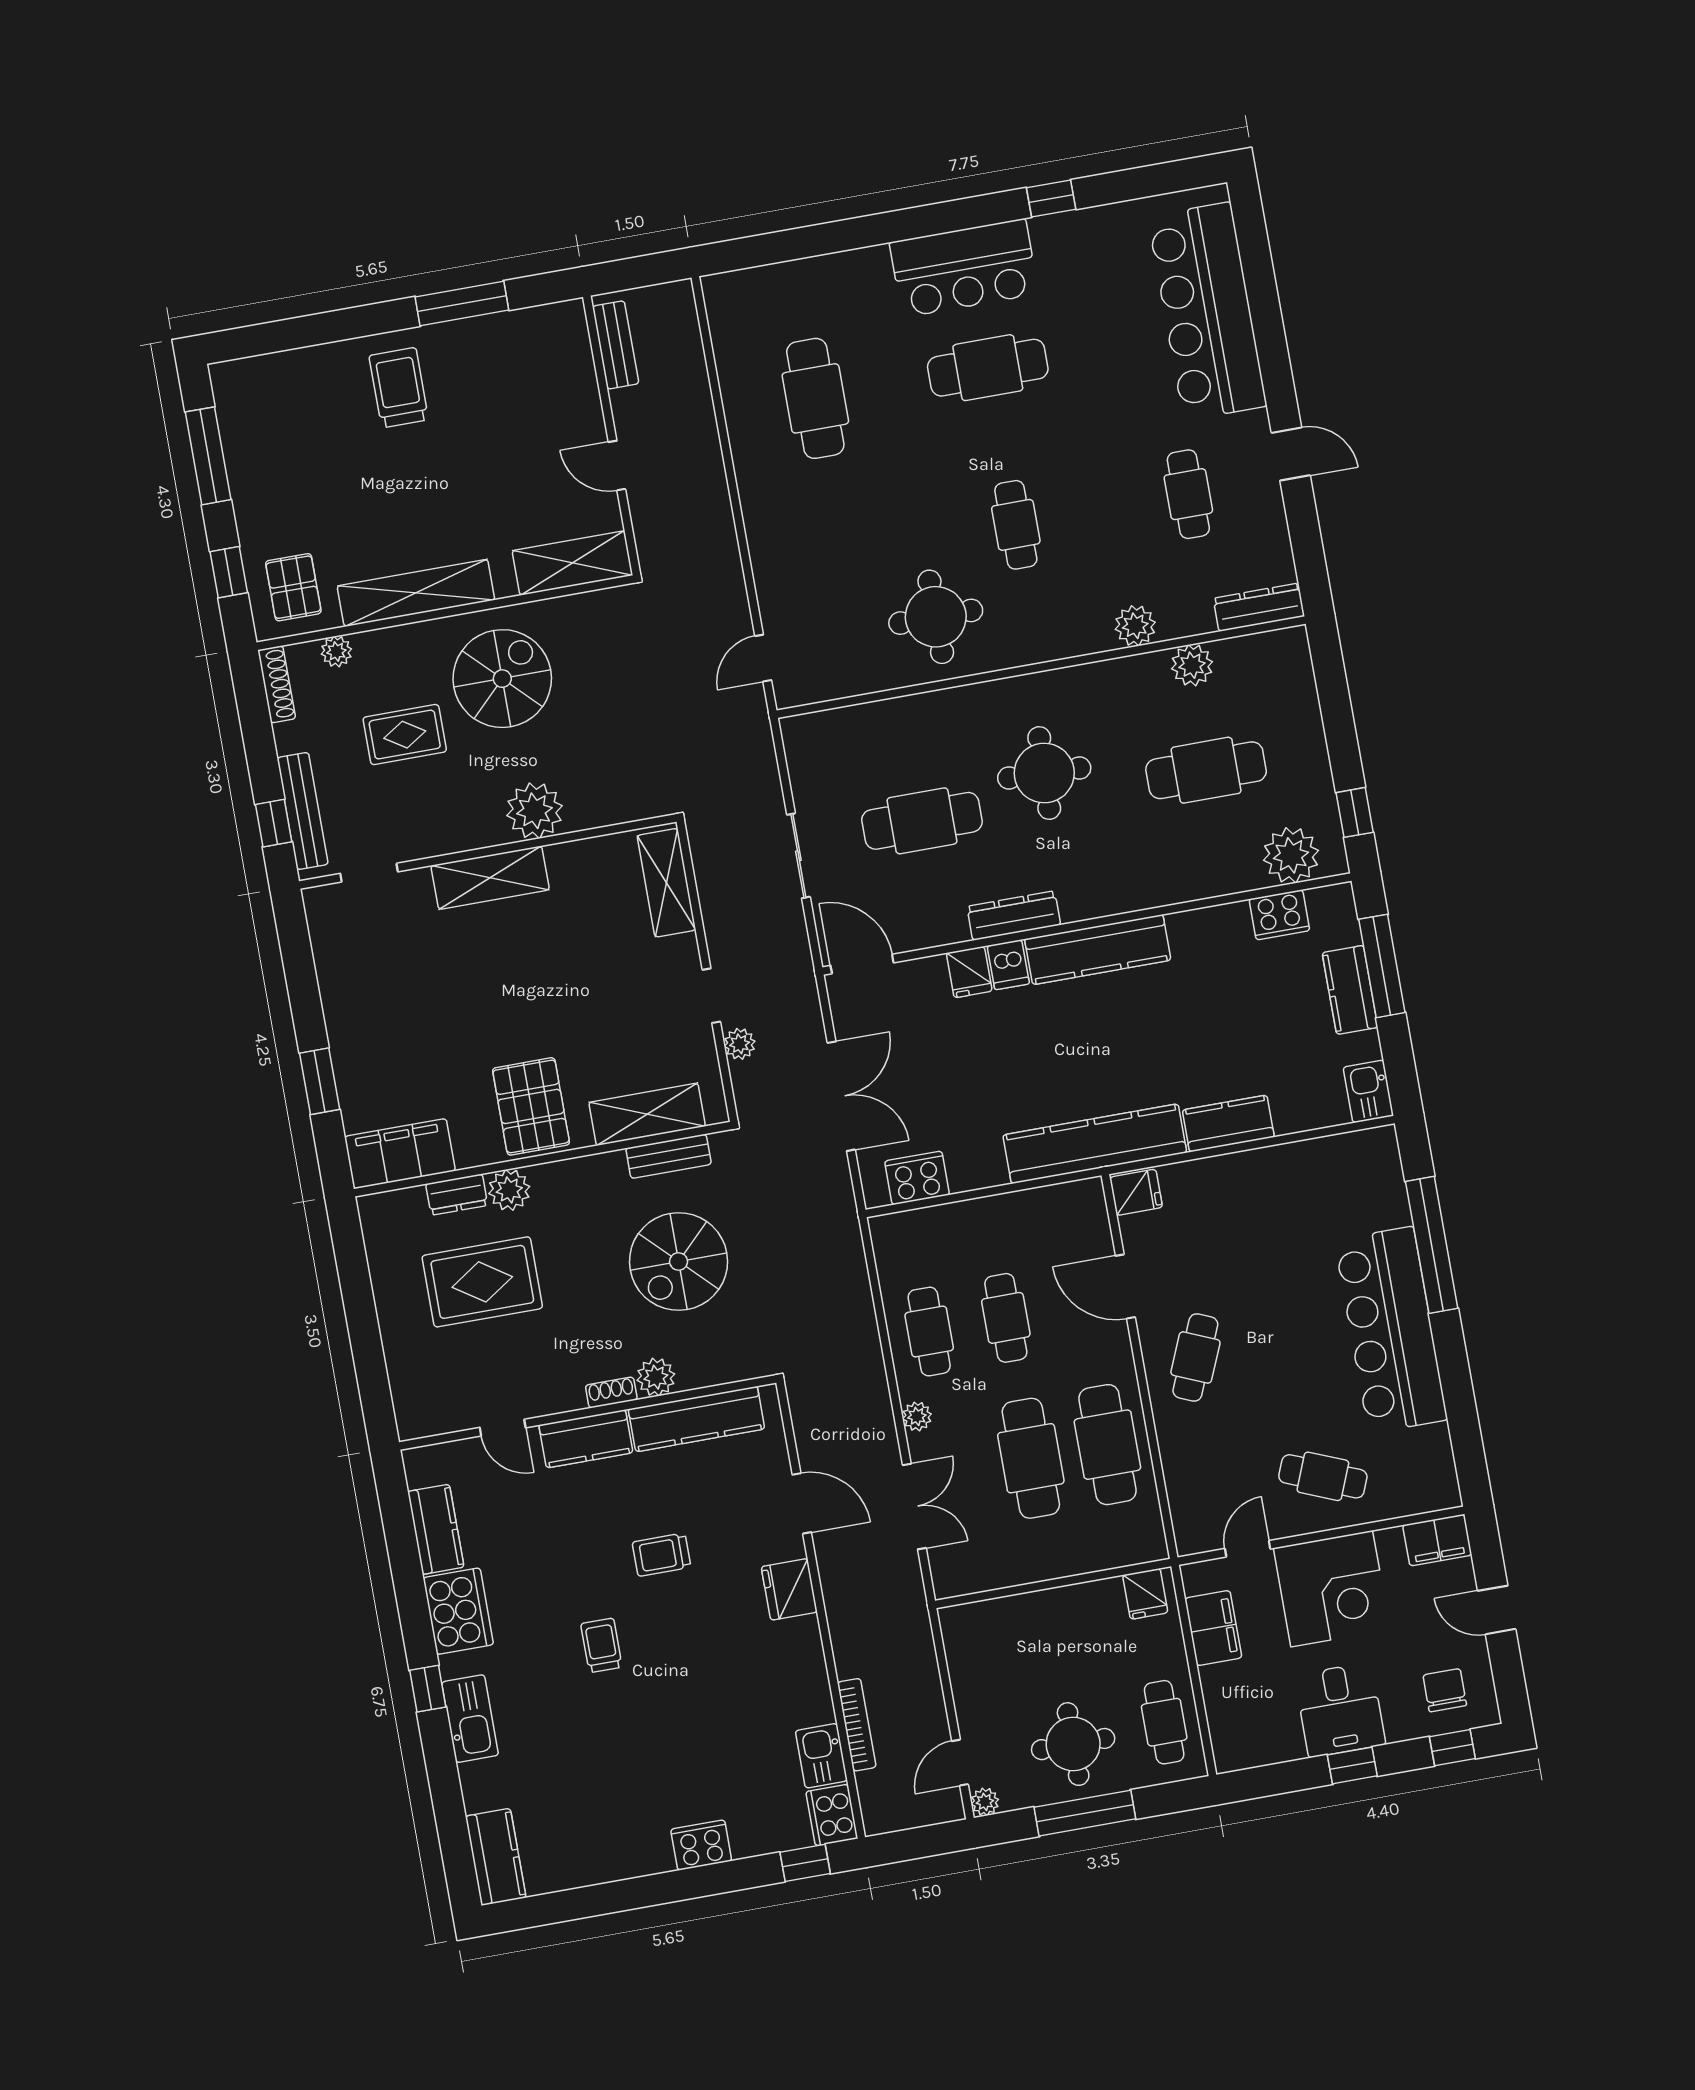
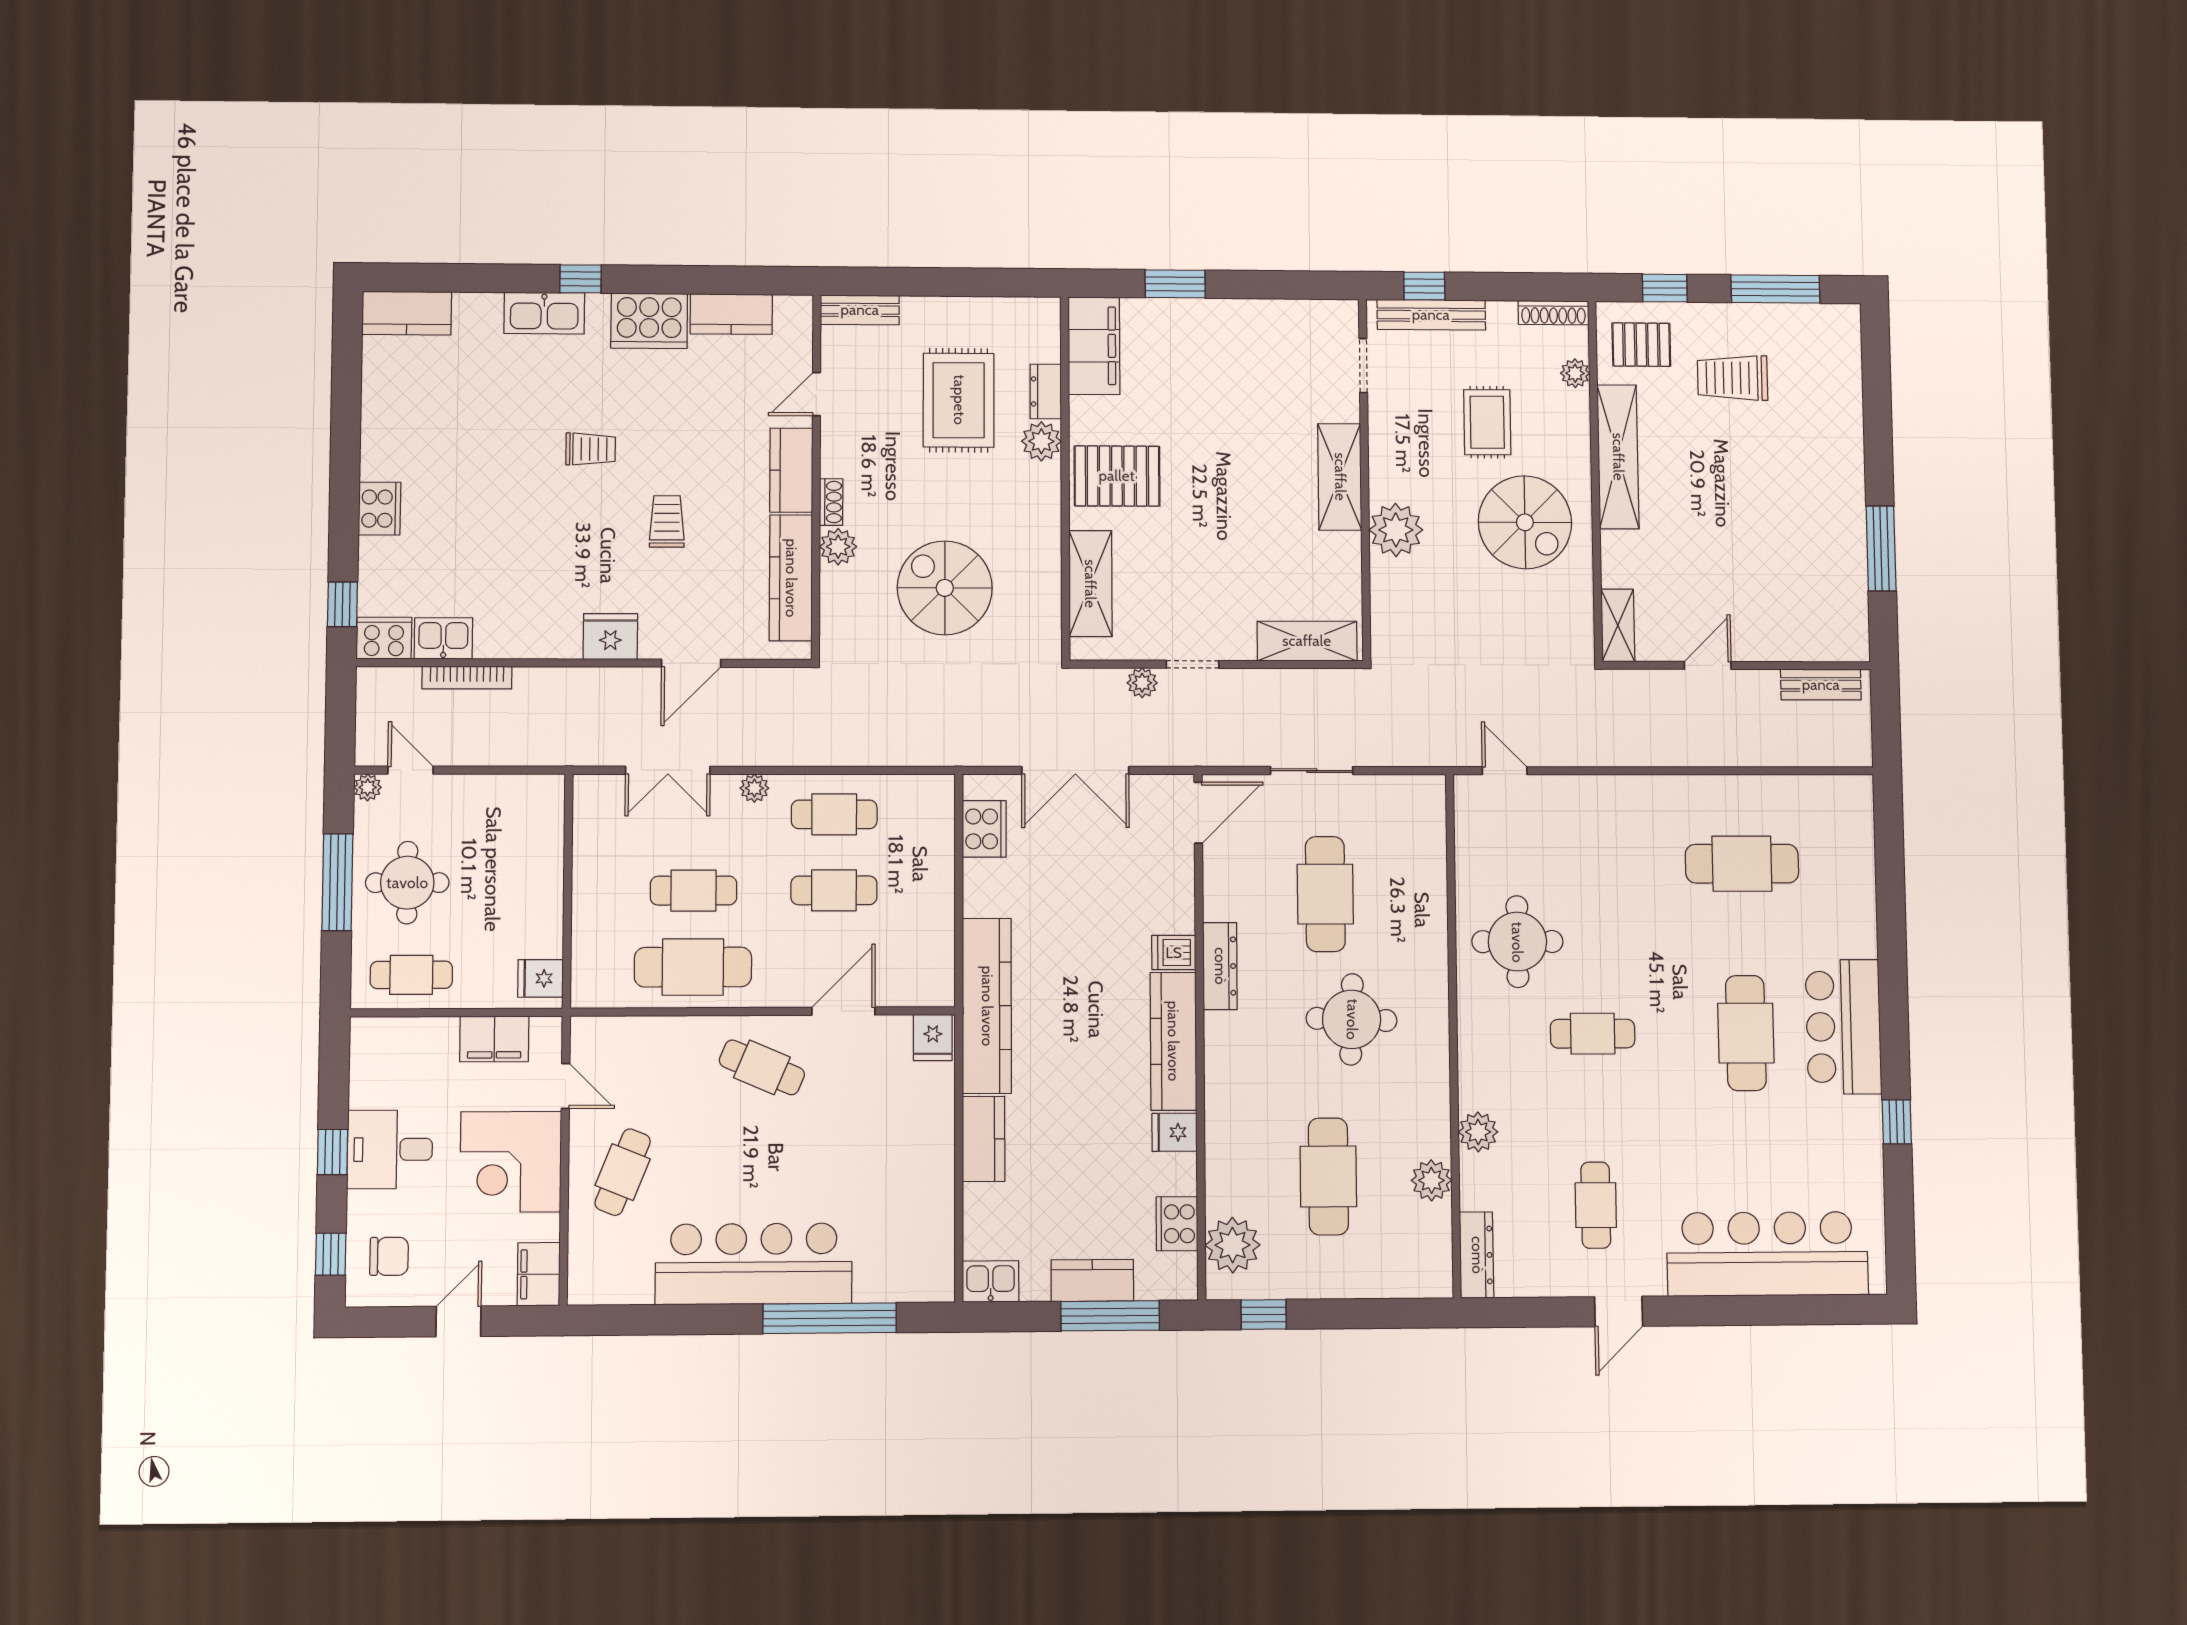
trolley: (399, 388) -> (1733, 378), moved, turned 180
cafe table: (1188, 494) -> (1596, 1205), turned 90
shelving: (572, 563) -> (1618, 625), width x0.67, depth x0.75
fridge: (969, 972) -> (1174, 1132), moved
bench: (669, 1156) -> (860, 310), moved, turned 90
cafe table: (1031, 1458) -> (694, 891), width x0.73, depth x0.74

